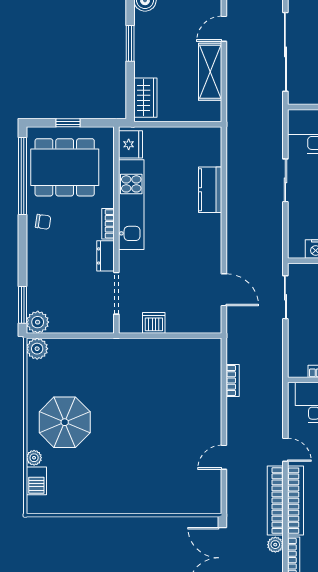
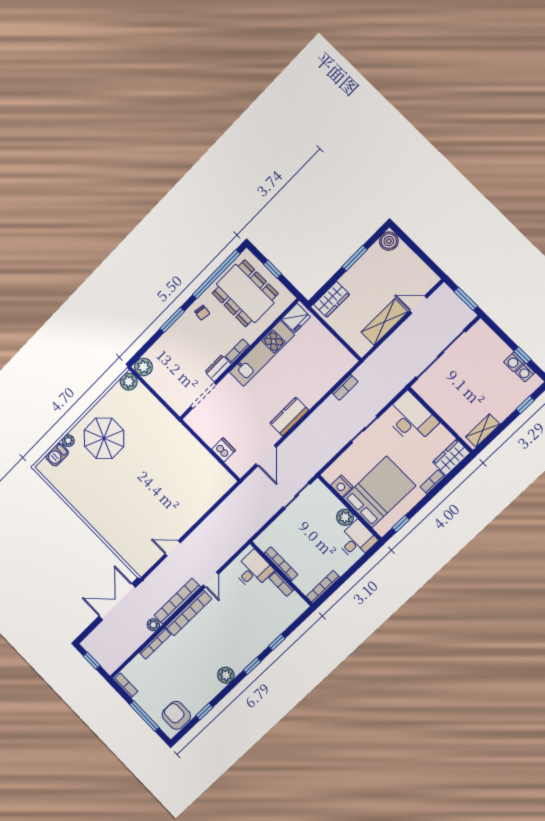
kitchen counter: (210, 190) -> (289, 417), moved
window: (23, 305) -> (172, 320), moved
dishwasher: (154, 323) -> (223, 450), moved
bookcase: (233, 381) -> (345, 387), moved

